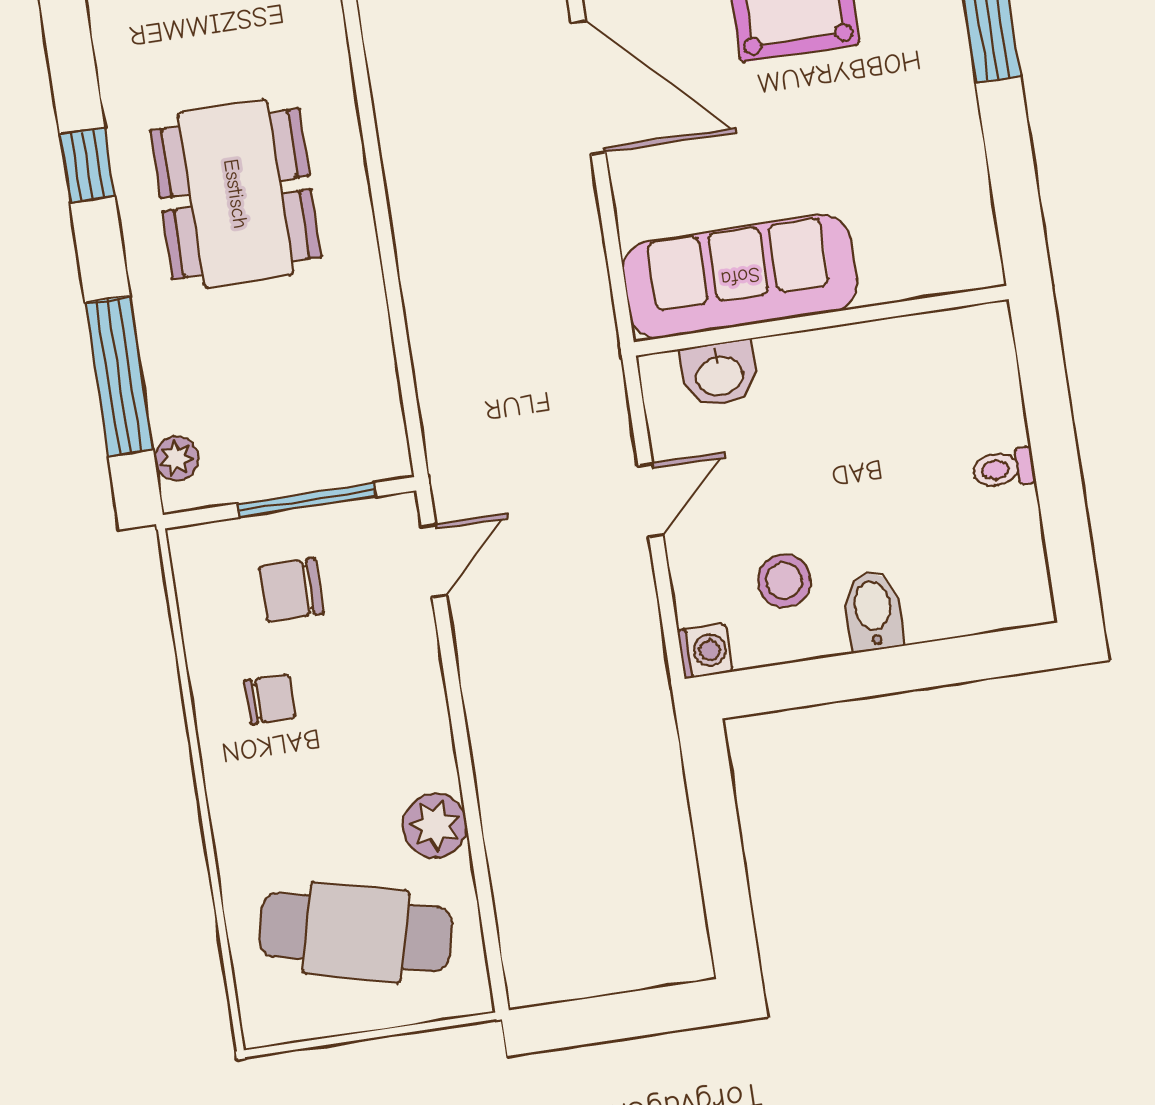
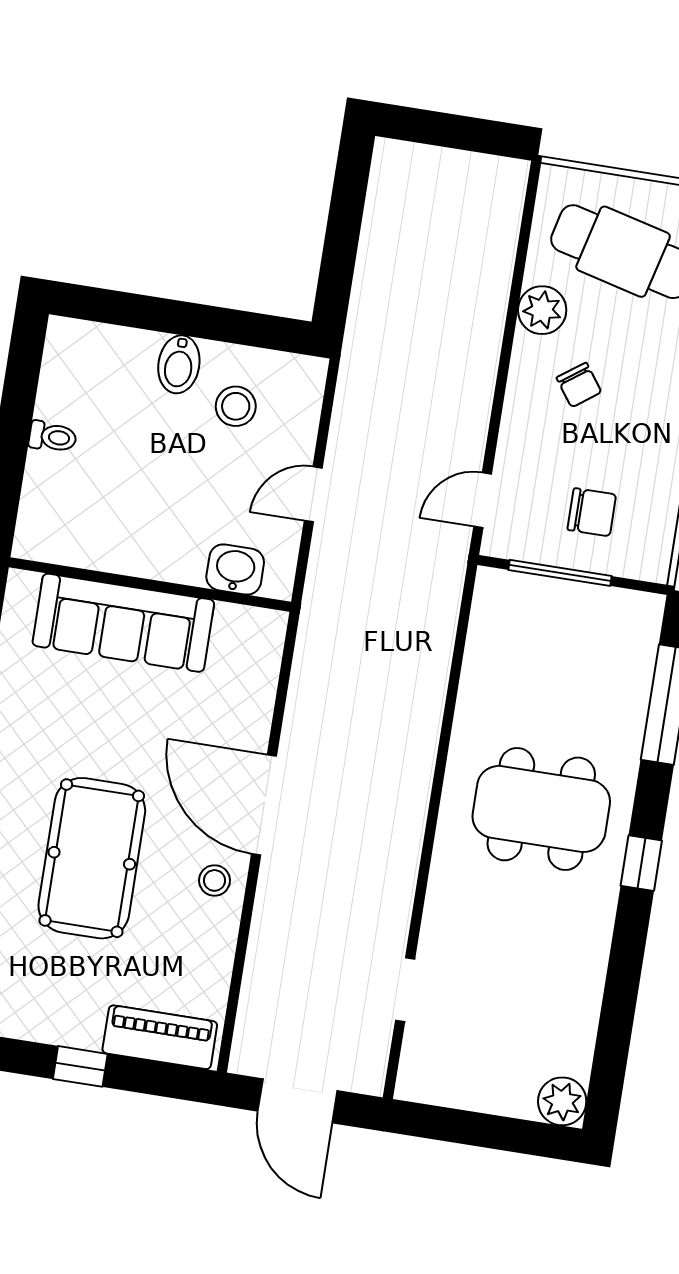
dining table: (236, 194) -> (541, 809), turned 90
sofa: (740, 277) -> (123, 623), moved
plant: (176, 458) -> (644, 633), removed
washing machine: (705, 651) -> (309, 374), removed
chair: (270, 699) -> (579, 385), moved, turned -126

